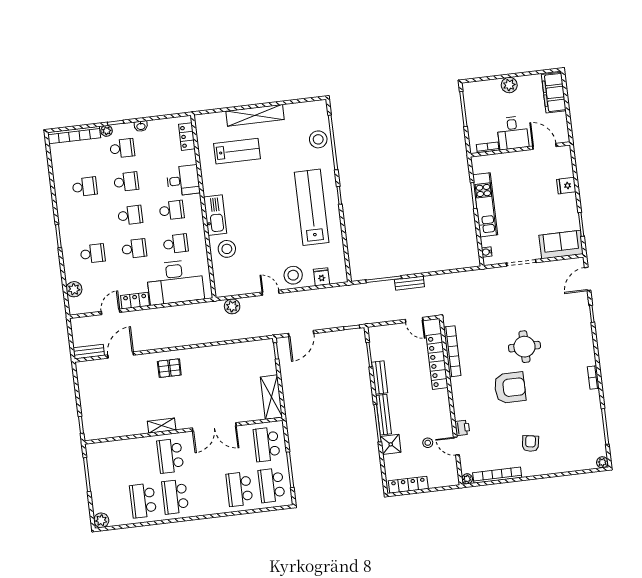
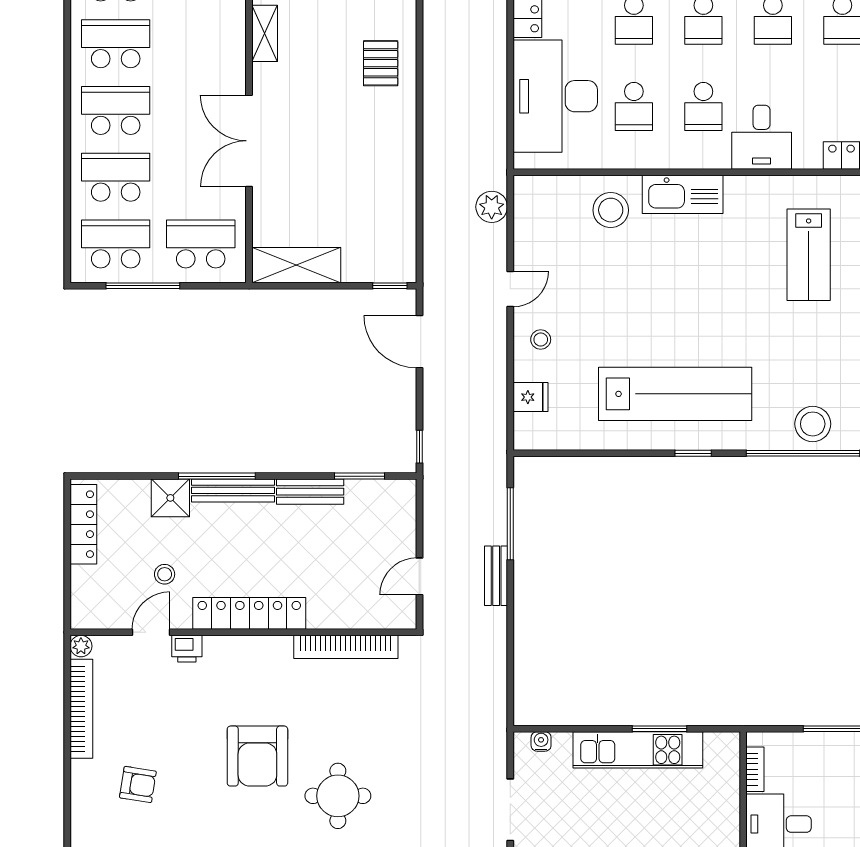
stool: (293, 275) -> (541, 340), width x0.53, depth x0.53
locker: (437, 361) -> (249, 613), moved
school desk: (170, 456) -> (116, 110), moved

